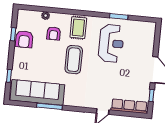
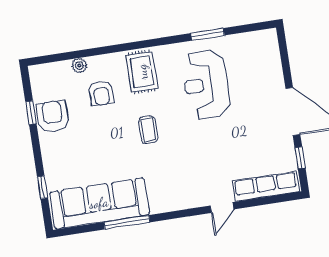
armchair: (24, 39) -> (53, 116), turned 180
reception desk: (111, 43) -> (206, 85), turned 180
coffee table: (74, 60) -> (148, 130), width x0.54, depth x0.58

